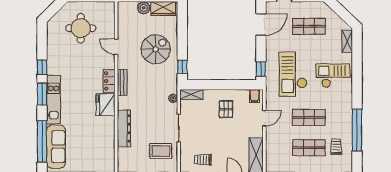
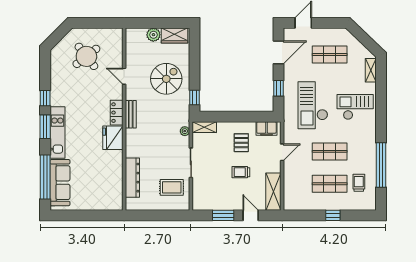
round table: (81, 28) -> (86, 56), turned -38
window: (261, 69) -> (278, 88), moved
filing cabinet: (254, 96) -> (266, 129), width x2.00
dresser: (124, 128) -> (132, 178), moved
trolley: (203, 160) -> (241, 172), moved

